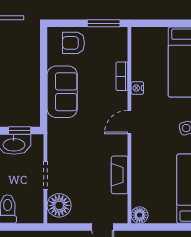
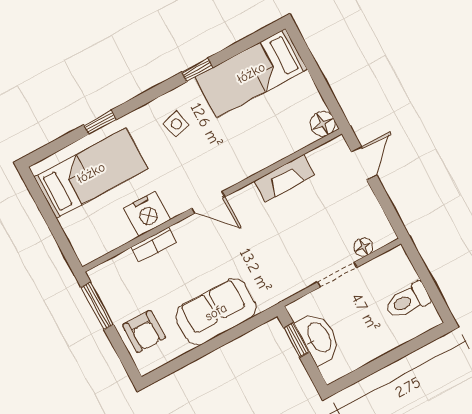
nightstand: (137, 88) -> (147, 214), width x1.89, depth x1.79
floor lamp: (59, 205) -> (363, 247), width x0.53, depth x0.53

